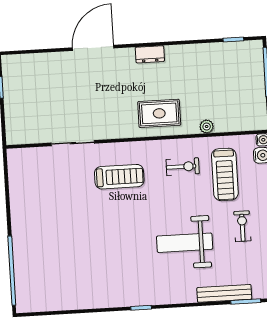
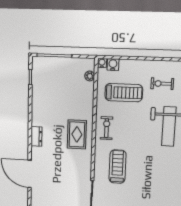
plant: (207, 126) -> (90, 76), moved
exercise bike: (183, 167) -> (107, 128), moved

